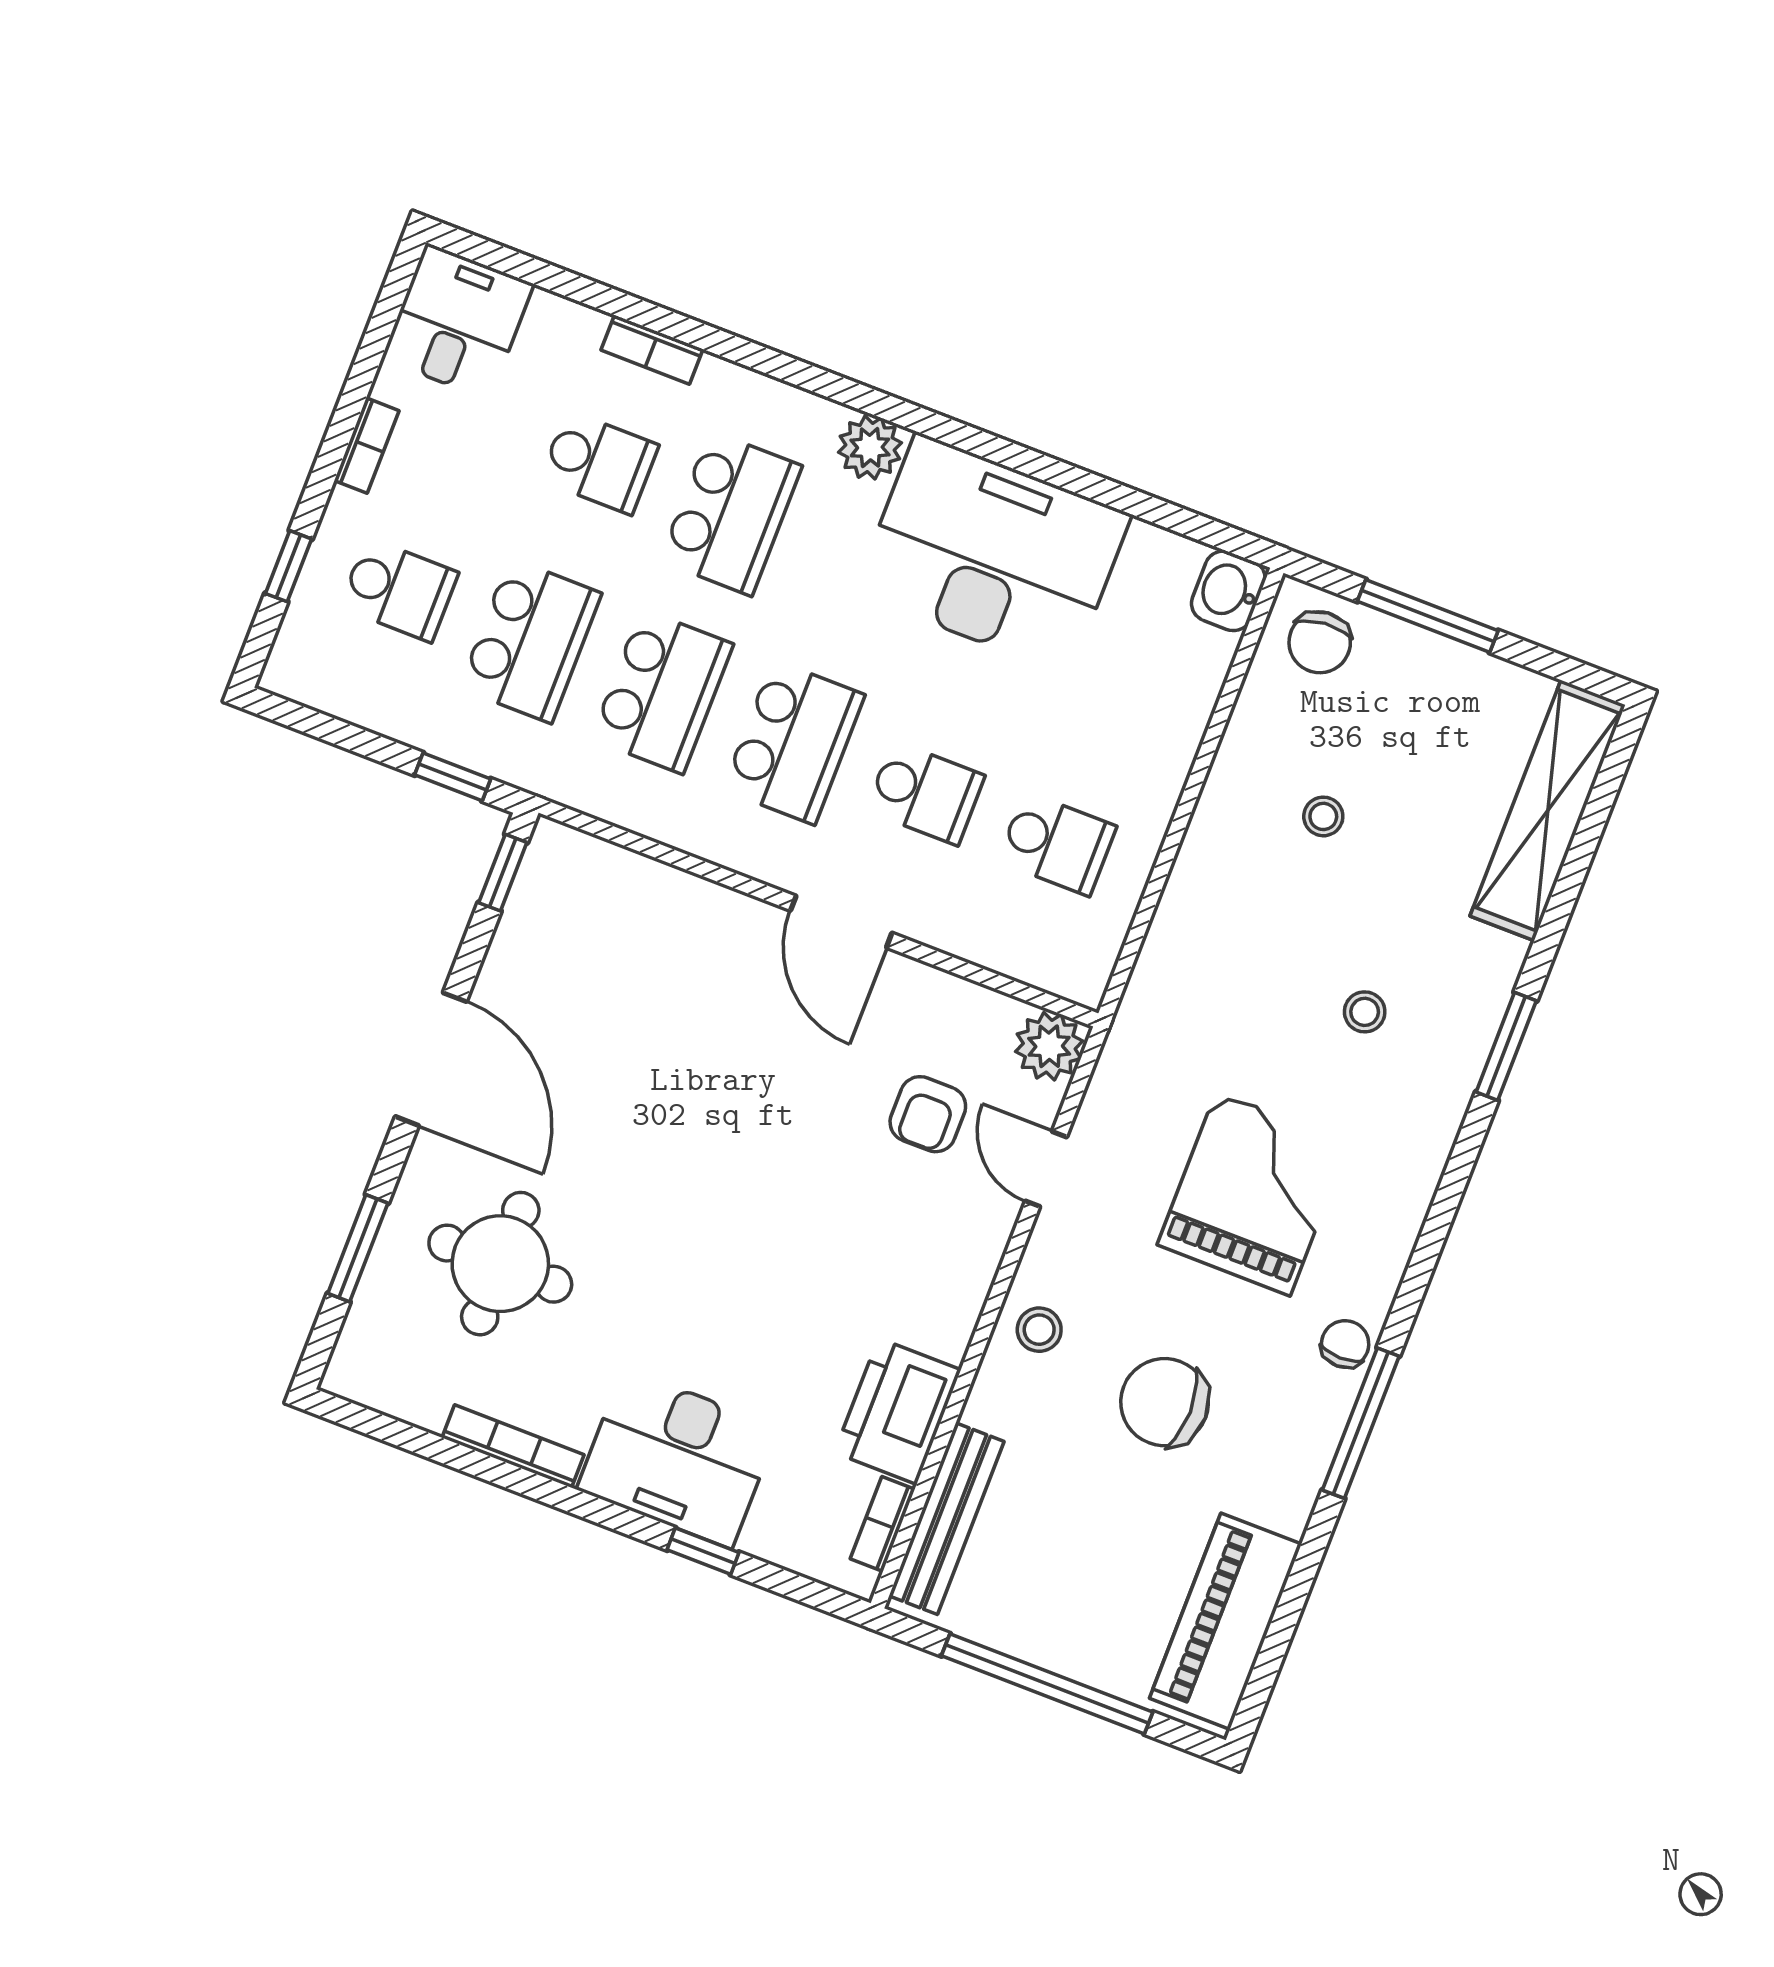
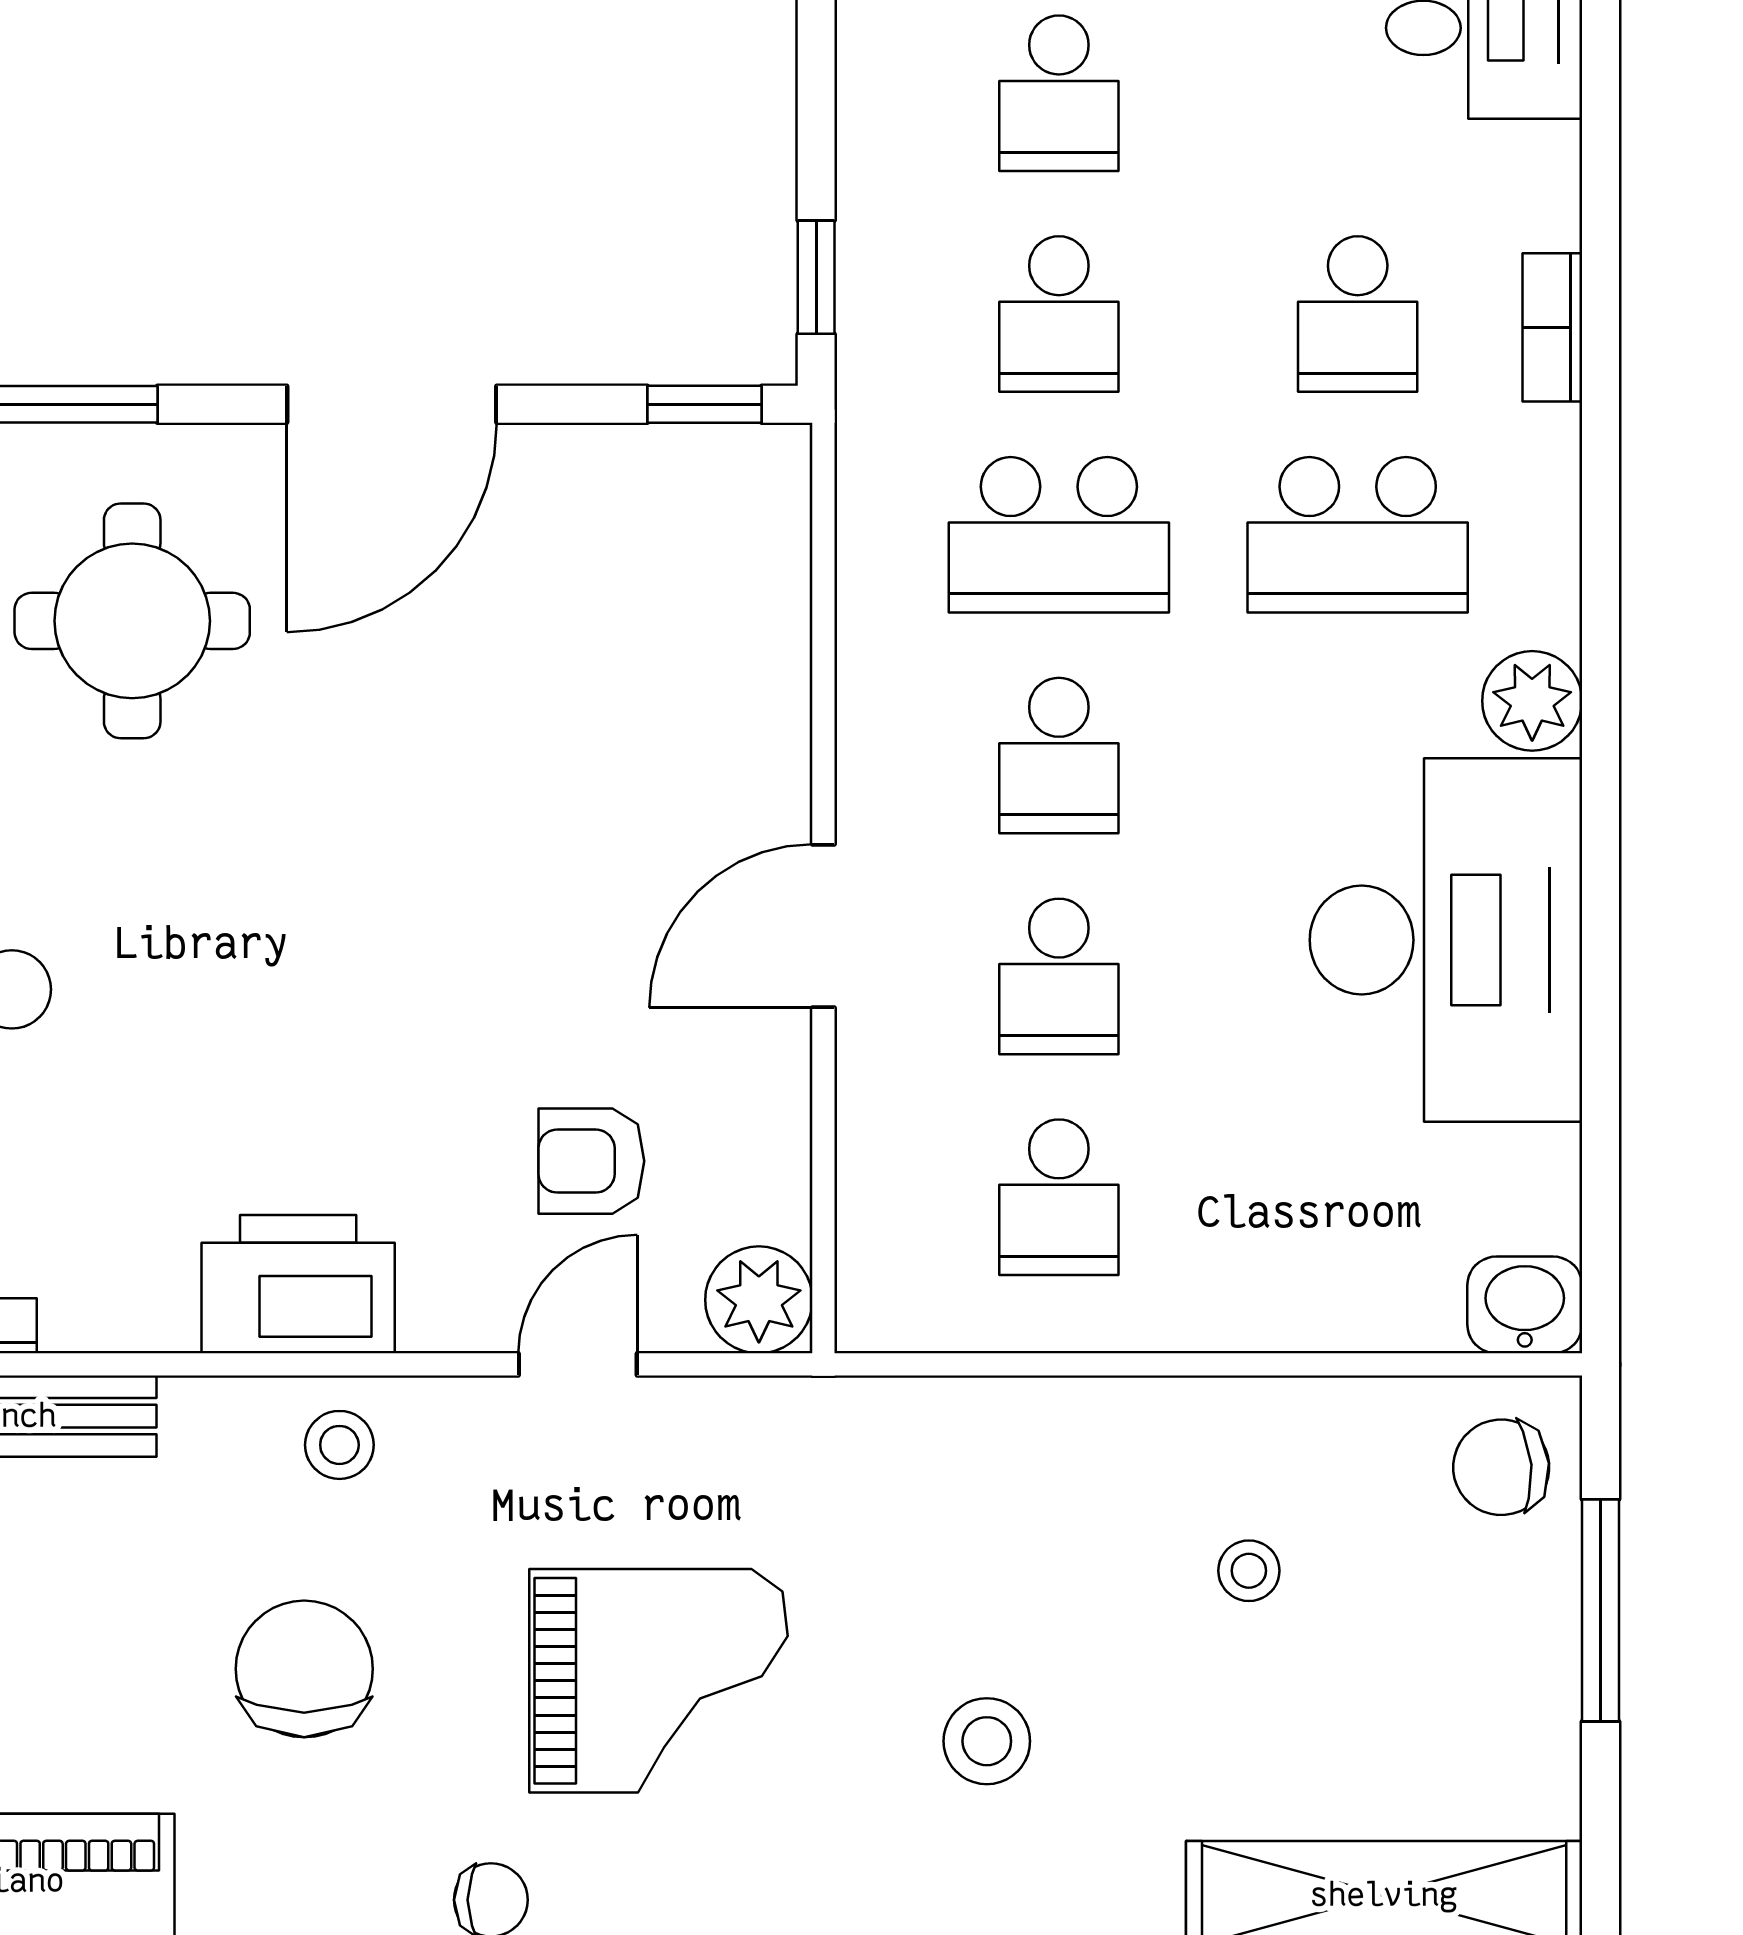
school desk: (531, 641) -> (1059, 314), width x0.54
school desk: (794, 742) -> (1059, 756), width x0.54
stool: (1365, 1012) -> (987, 1741), width x1.37, depth x1.37
printer: (898, 1411) -> (298, 1284), moved

